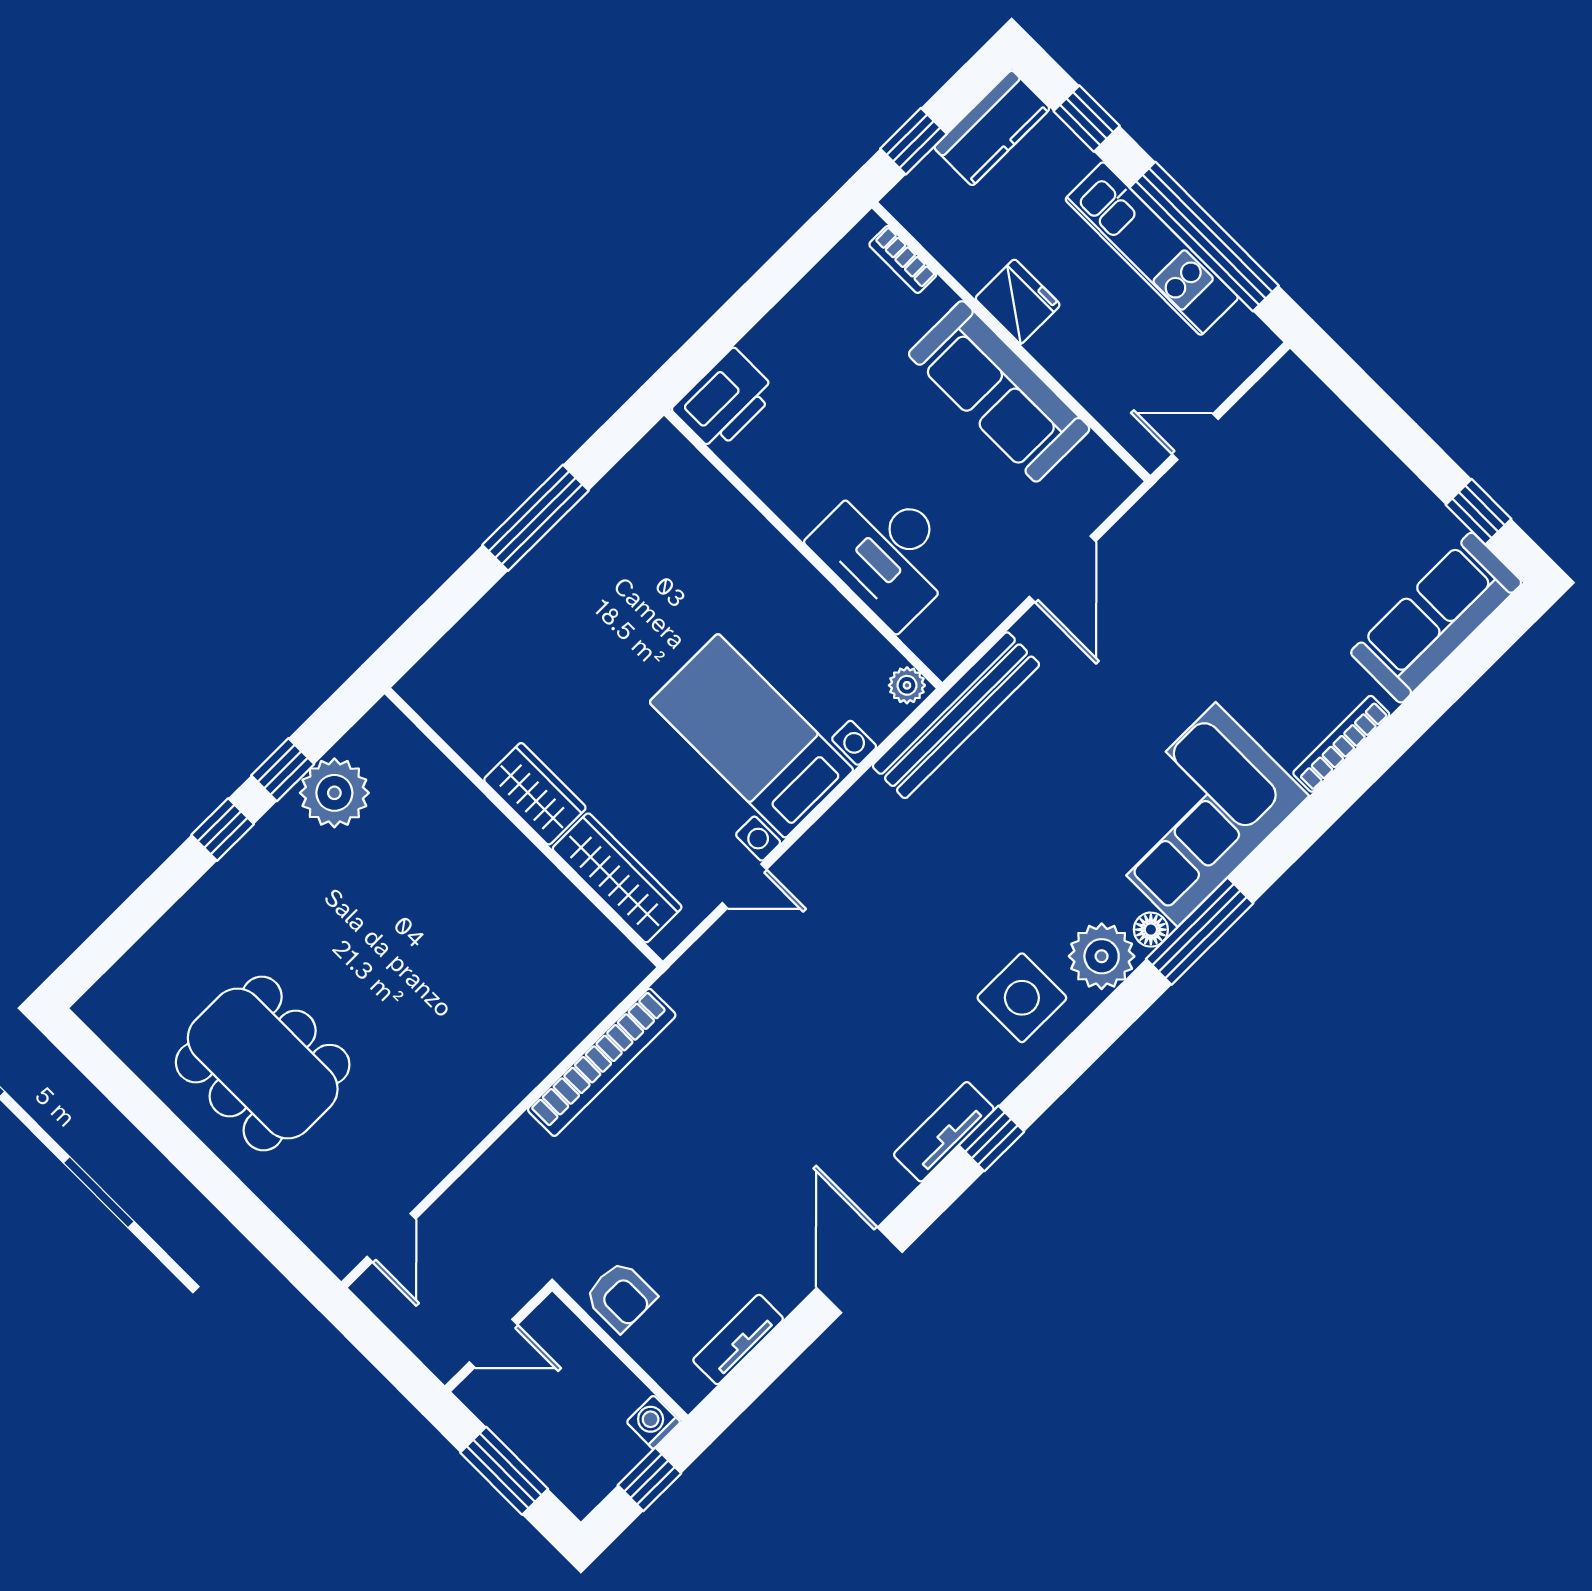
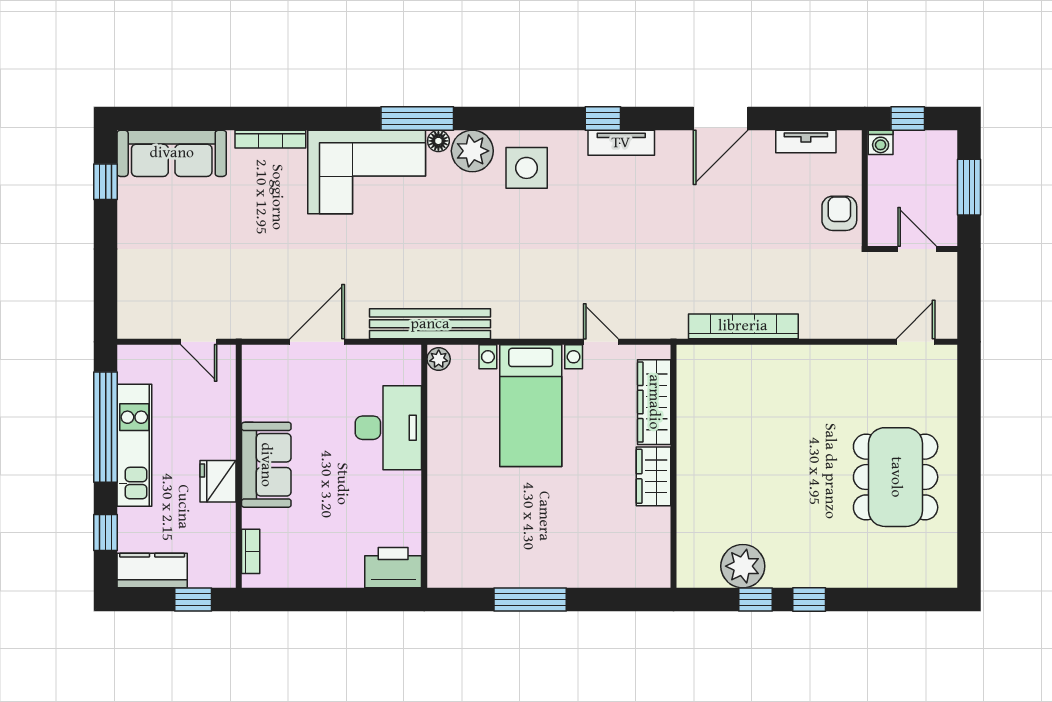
sofa: (999, 391) -> (266, 465), width x0.73

